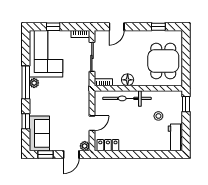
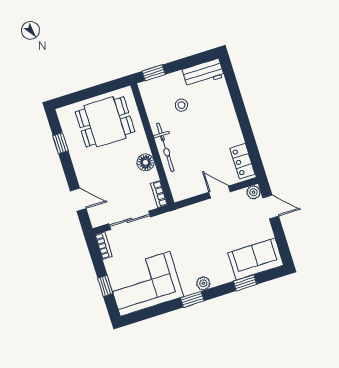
window: (26, 82) -> (192, 299), width x0.46
plant: (34, 83) -> (203, 283), moved
bicycle: (127, 98) -> (165, 147), width x0.73, depth x0.71
window: (45, 154) -> (282, 242), removed

